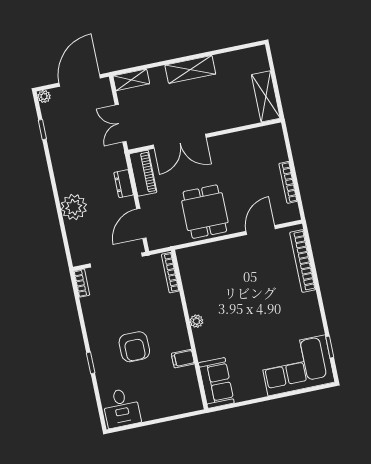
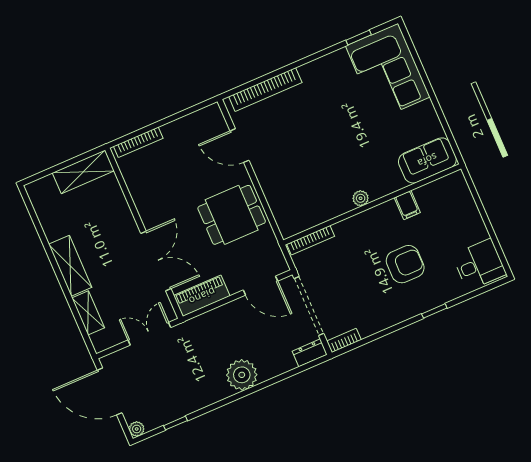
shelving: (131, 80) -> (88, 313), moved
double door: (121, 123) -> (149, 334), swing flipped
bookcase: (288, 182) -> (138, 142), moved
dresser: (124, 184) -> (310, 353), moved, turned 180
plant: (74, 207) -> (242, 375), moved

